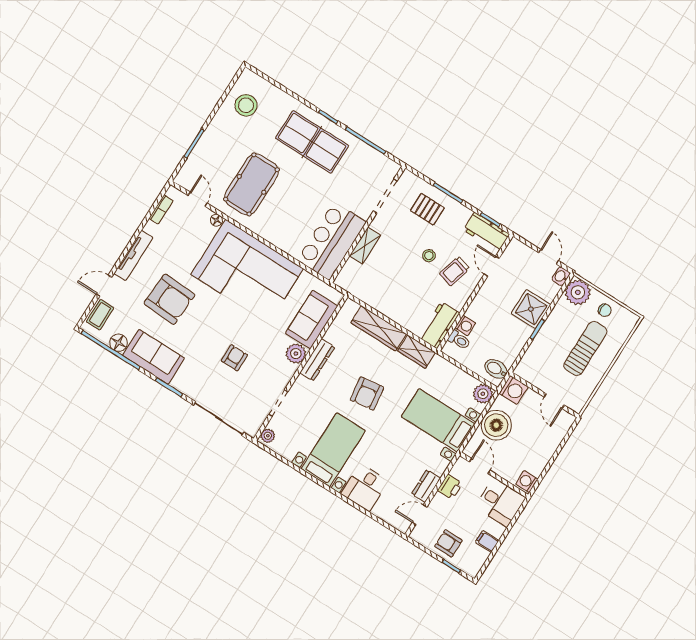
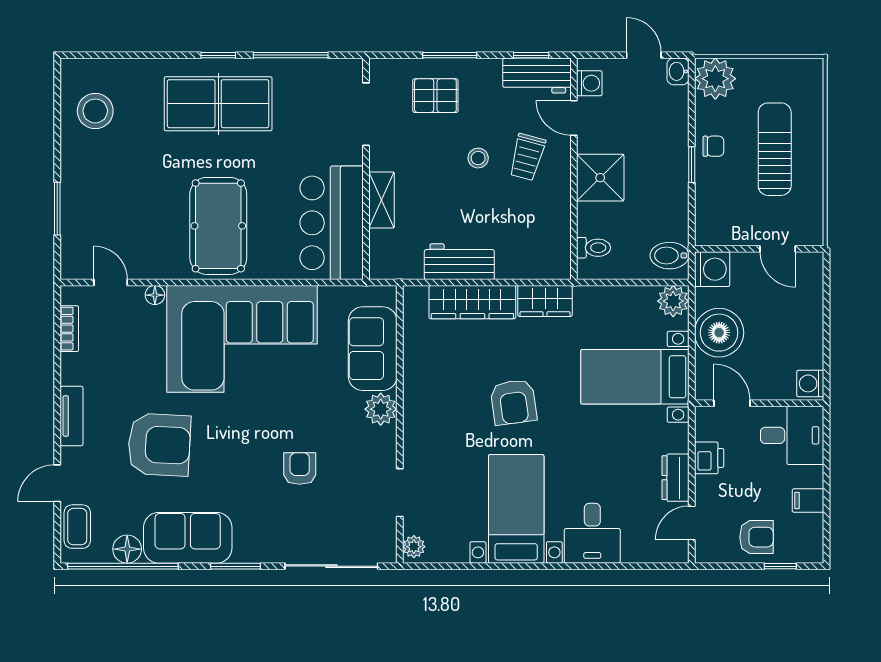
pool table: (251, 184) -> (218, 226), moved
tv unit: (133, 255) -> (71, 416), width x0.71
shower: (531, 309) -> (600, 178), moved
chair: (605, 310) -> (713, 146), moved
workbench: (439, 325) -> (459, 262), moved, turned 90
washing machine: (465, 325) -> (589, 83), moved
dresser: (317, 360) -> (416, 399), removed
armchair: (448, 543) -> (756, 537), turned 180

